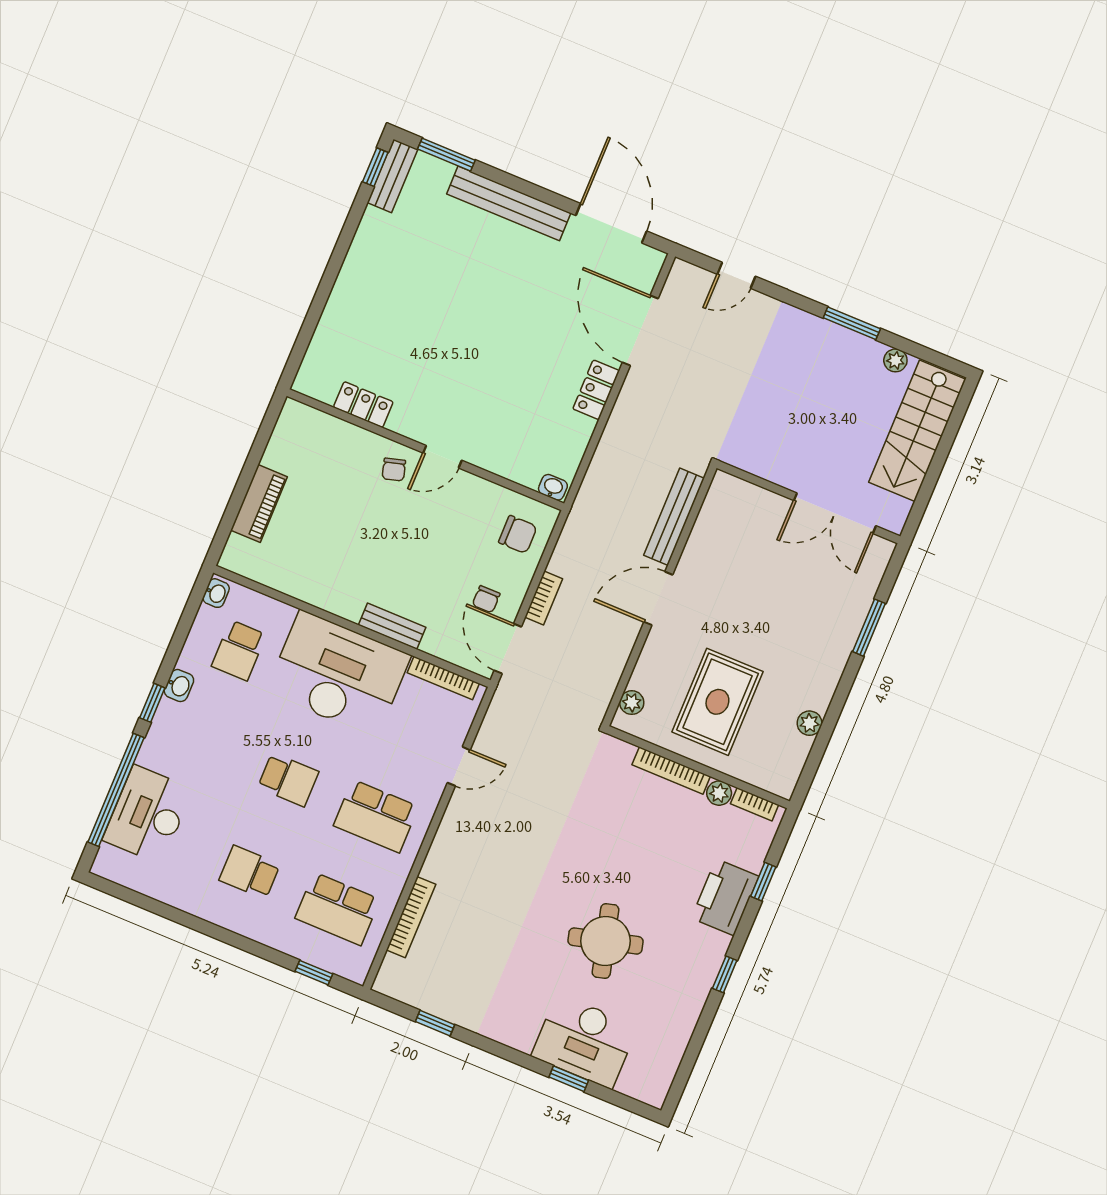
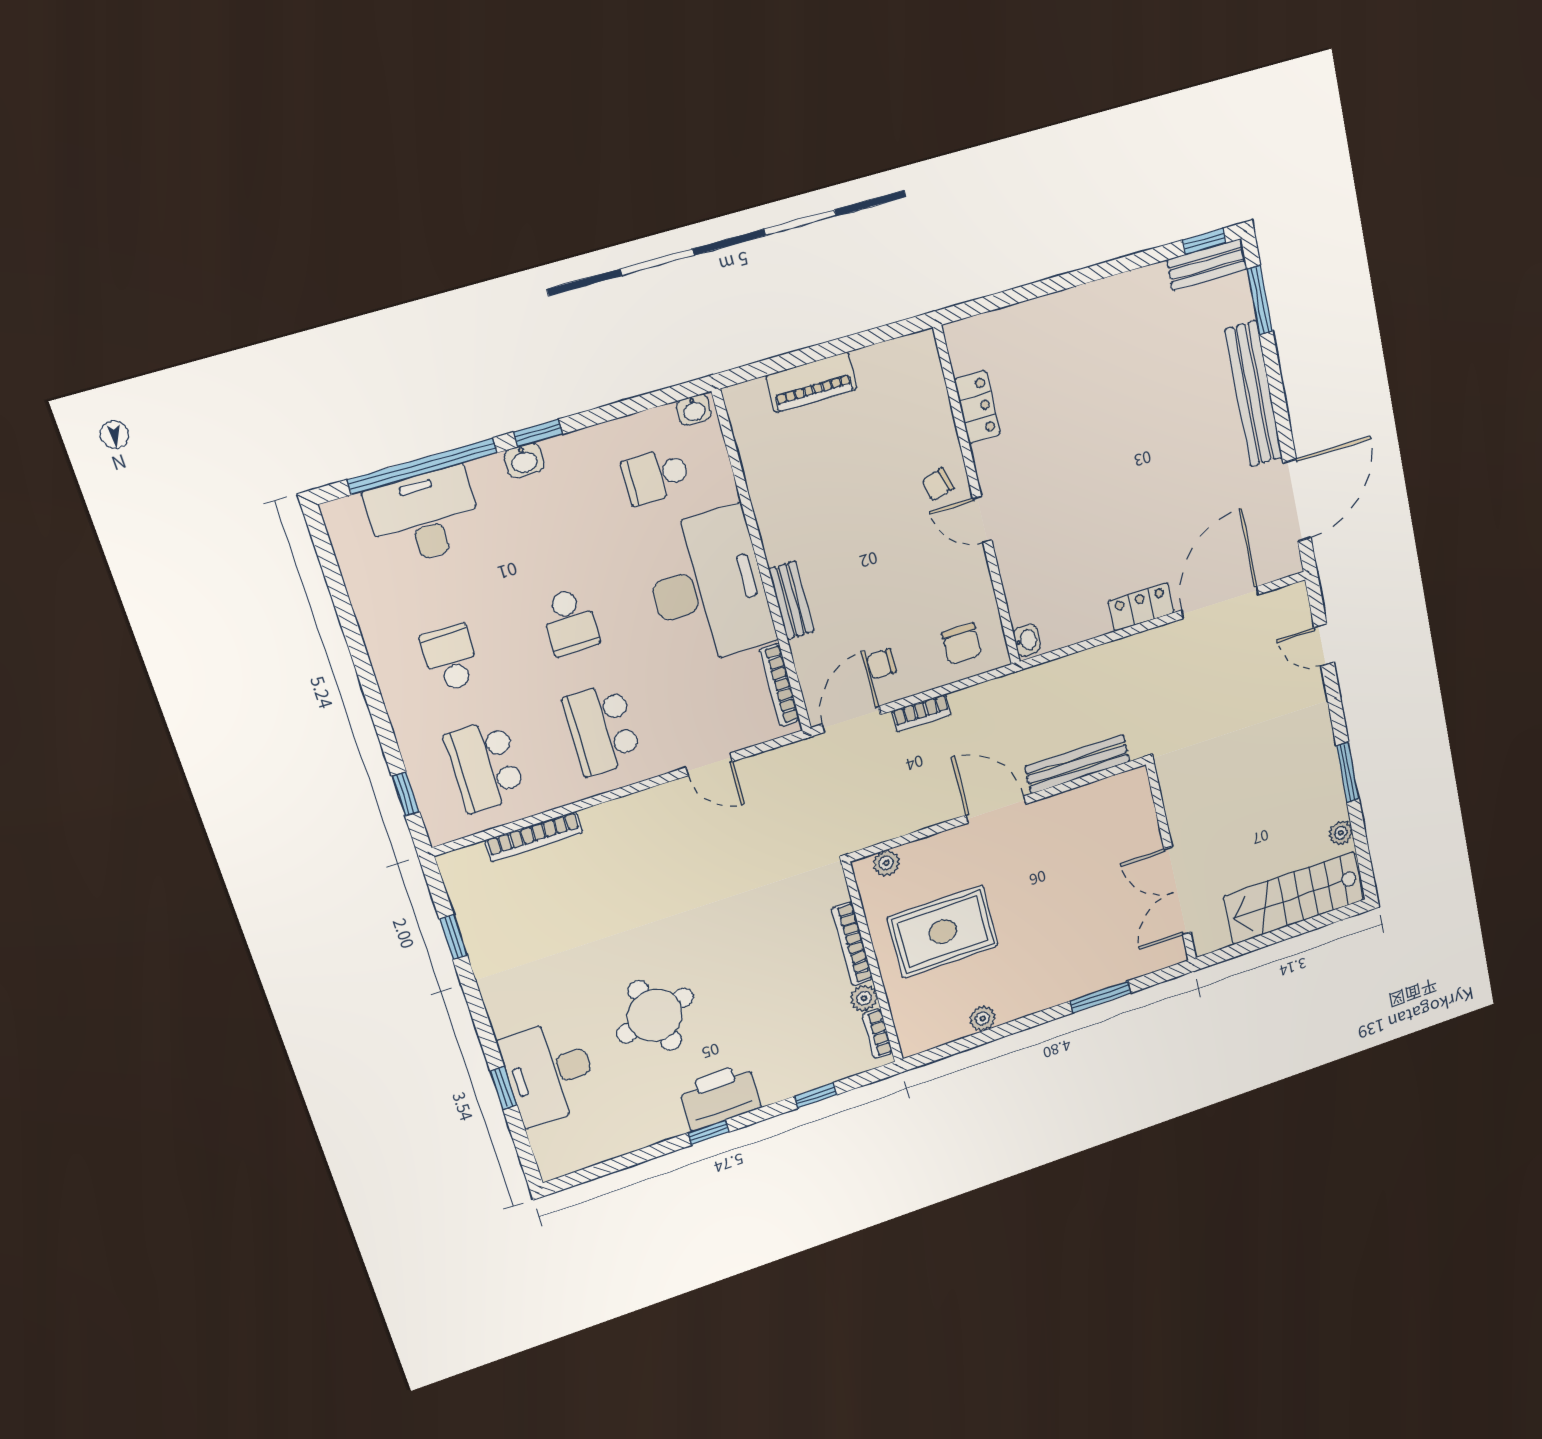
washbasin: (179, 686) -> (524, 460), moved
printer: (725, 897) -> (720, 1097), moved

